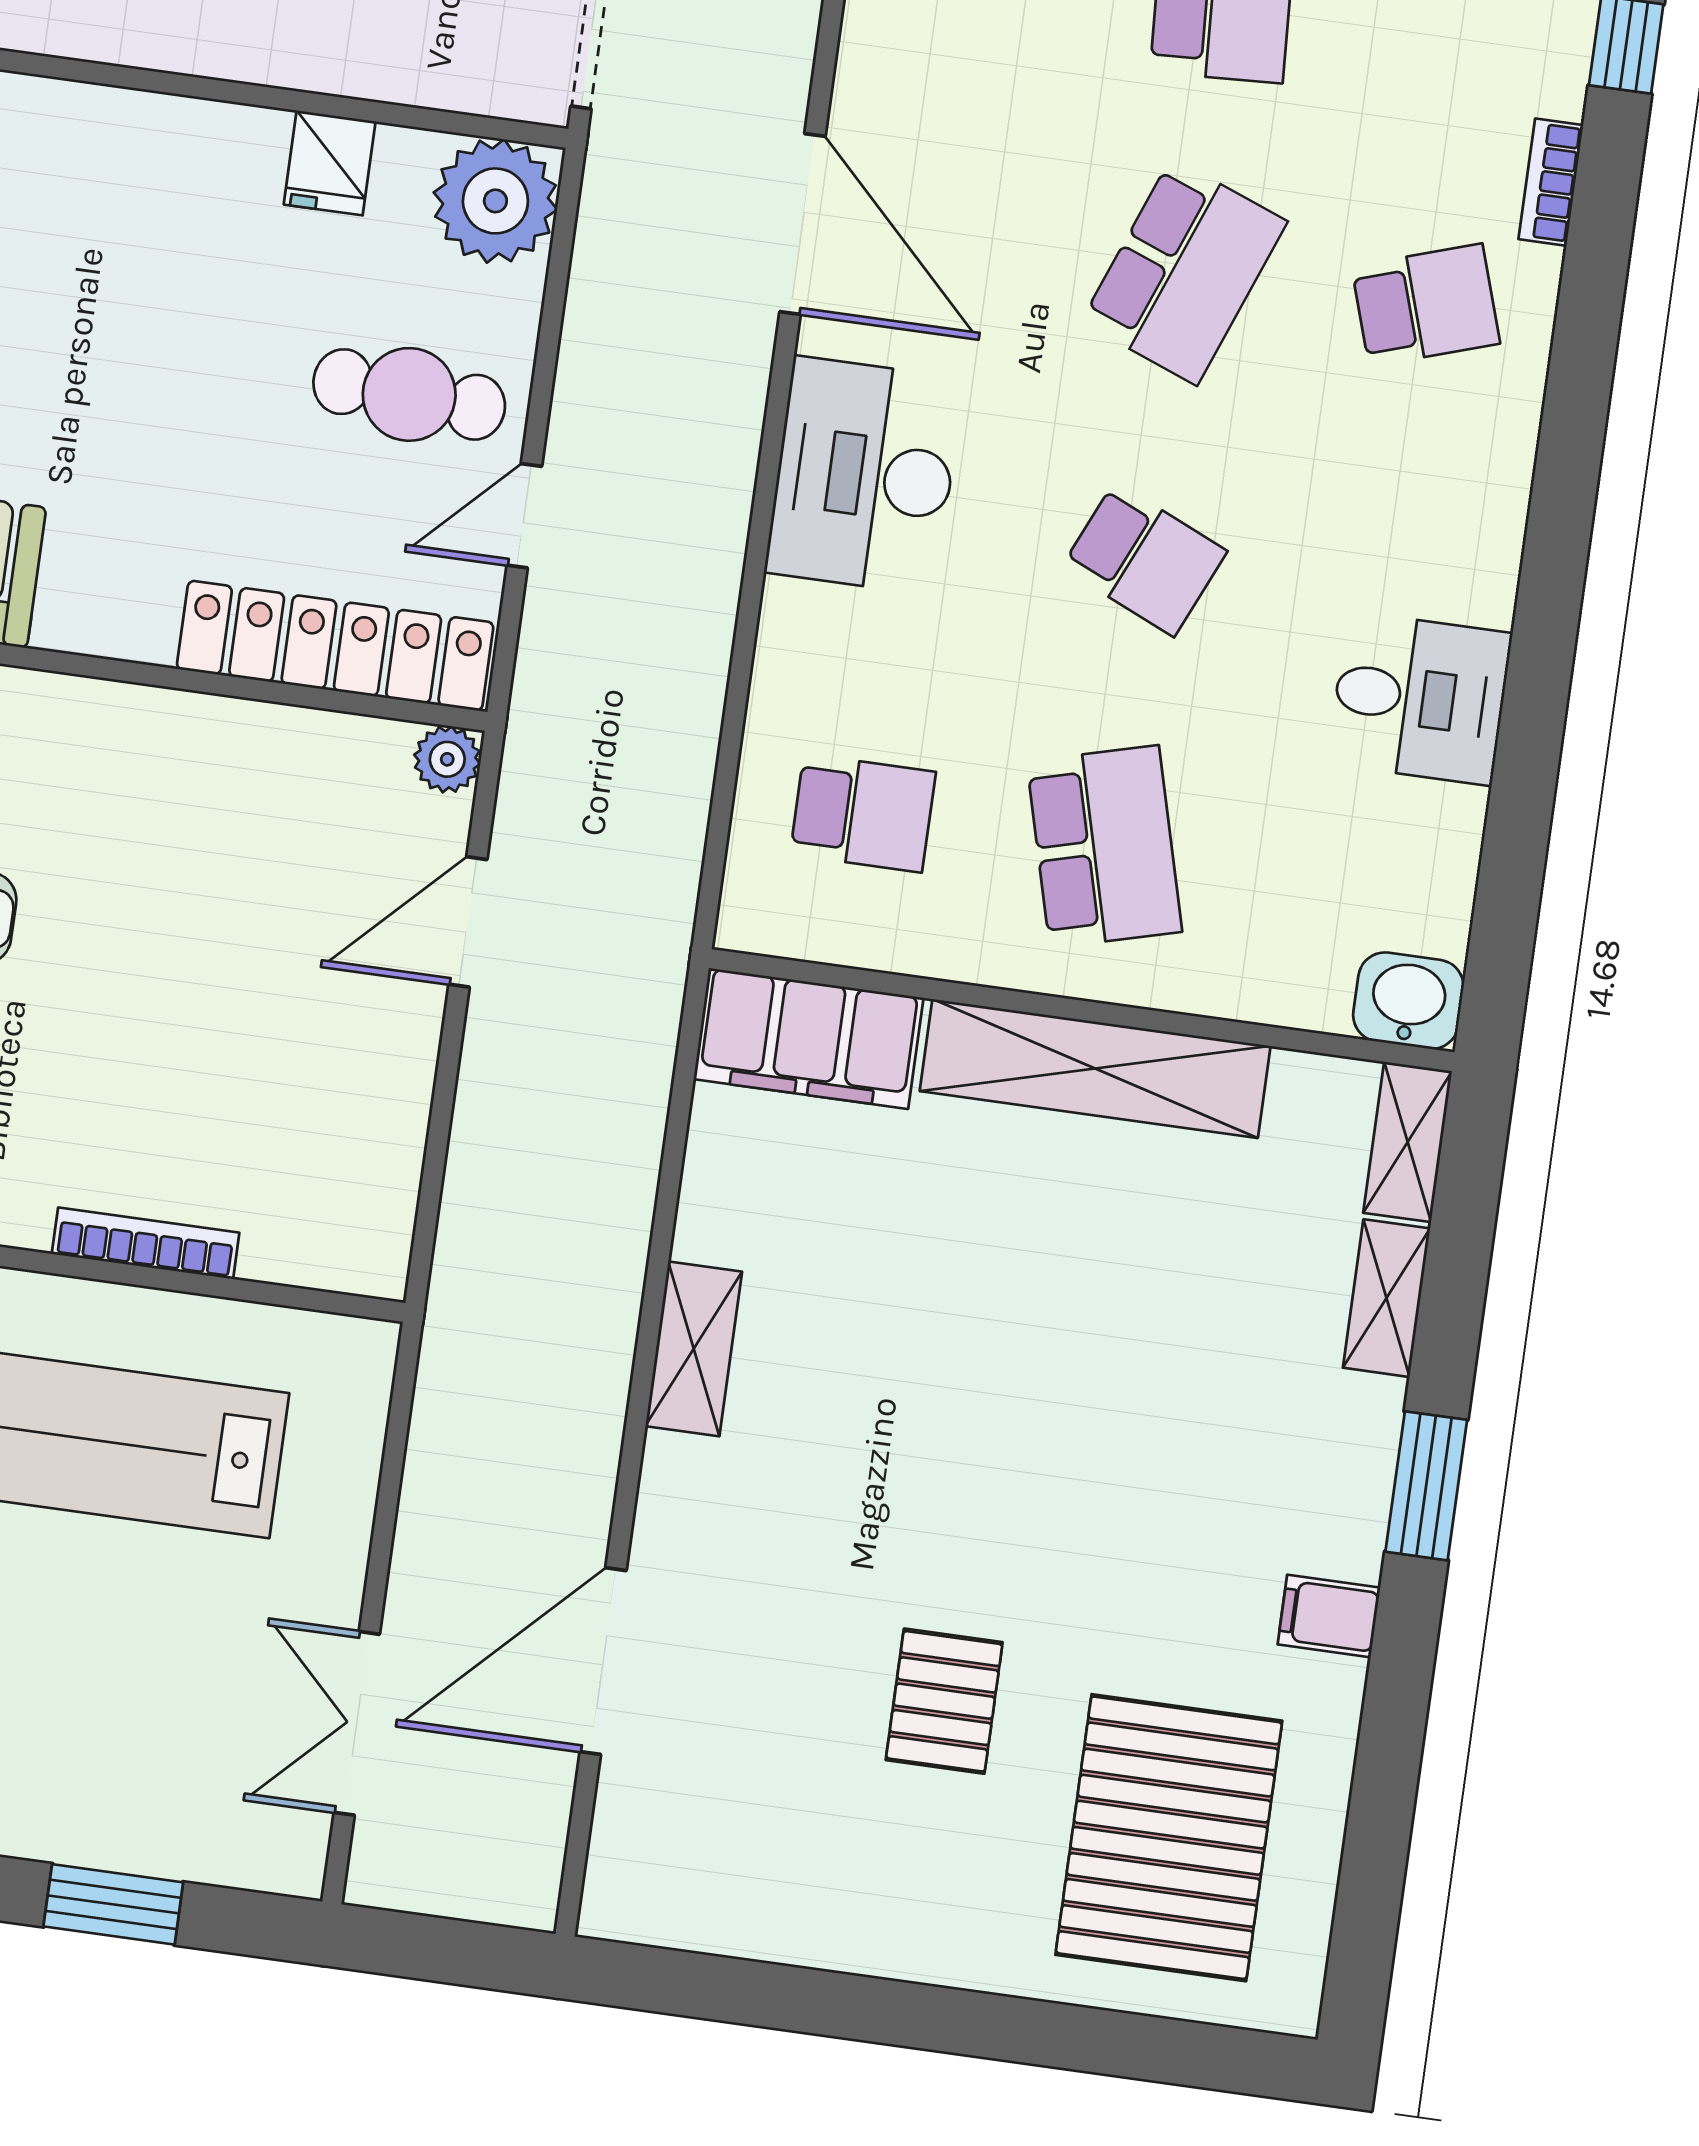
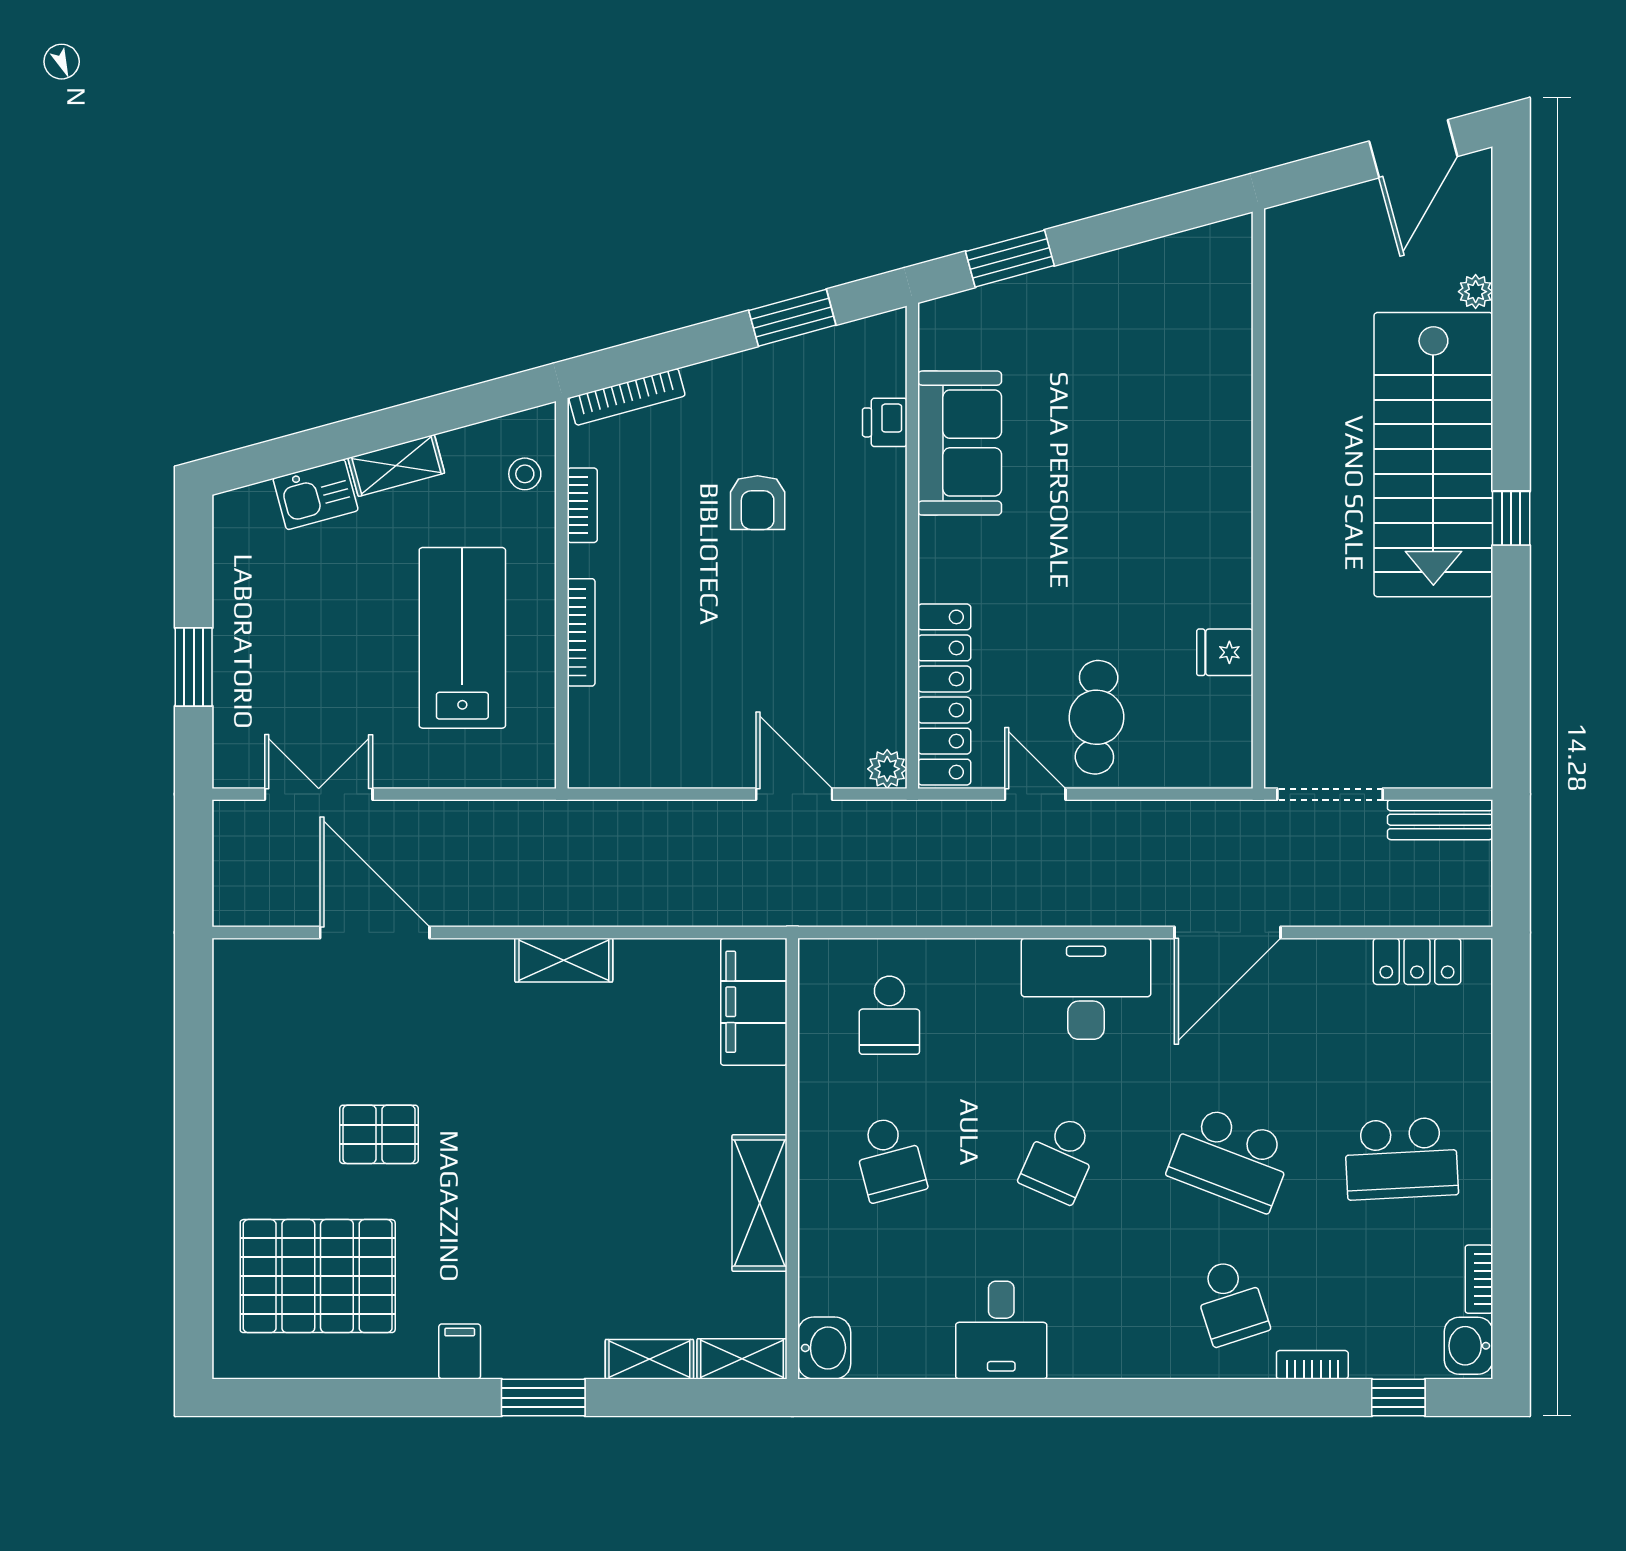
plant: (495, 201) -> (1216, 752), removed
school desk: (1104, 847) -> (889, 1159), width x0.54
shelving: (1095, 1068) -> (760, 1203), width x0.68

